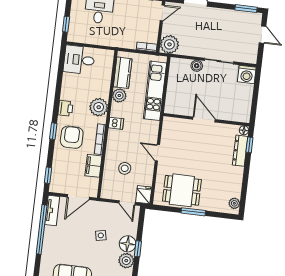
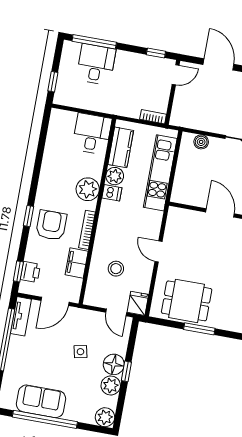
plant: (169, 44) -> (182, 115), removed
desk: (79, 60) -> (92, 134), moved, turned 90
boiler: (197, 66) -> (201, 142), moved
printer: (65, 108) -> (30, 272), moved
dishwasher: (116, 123) -> (112, 193), moved

